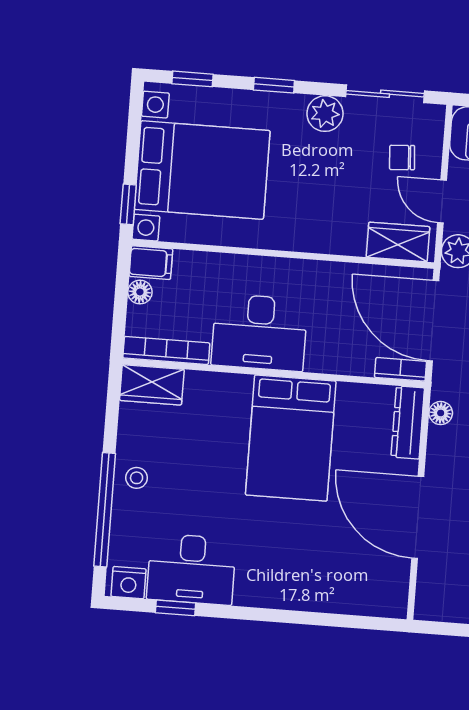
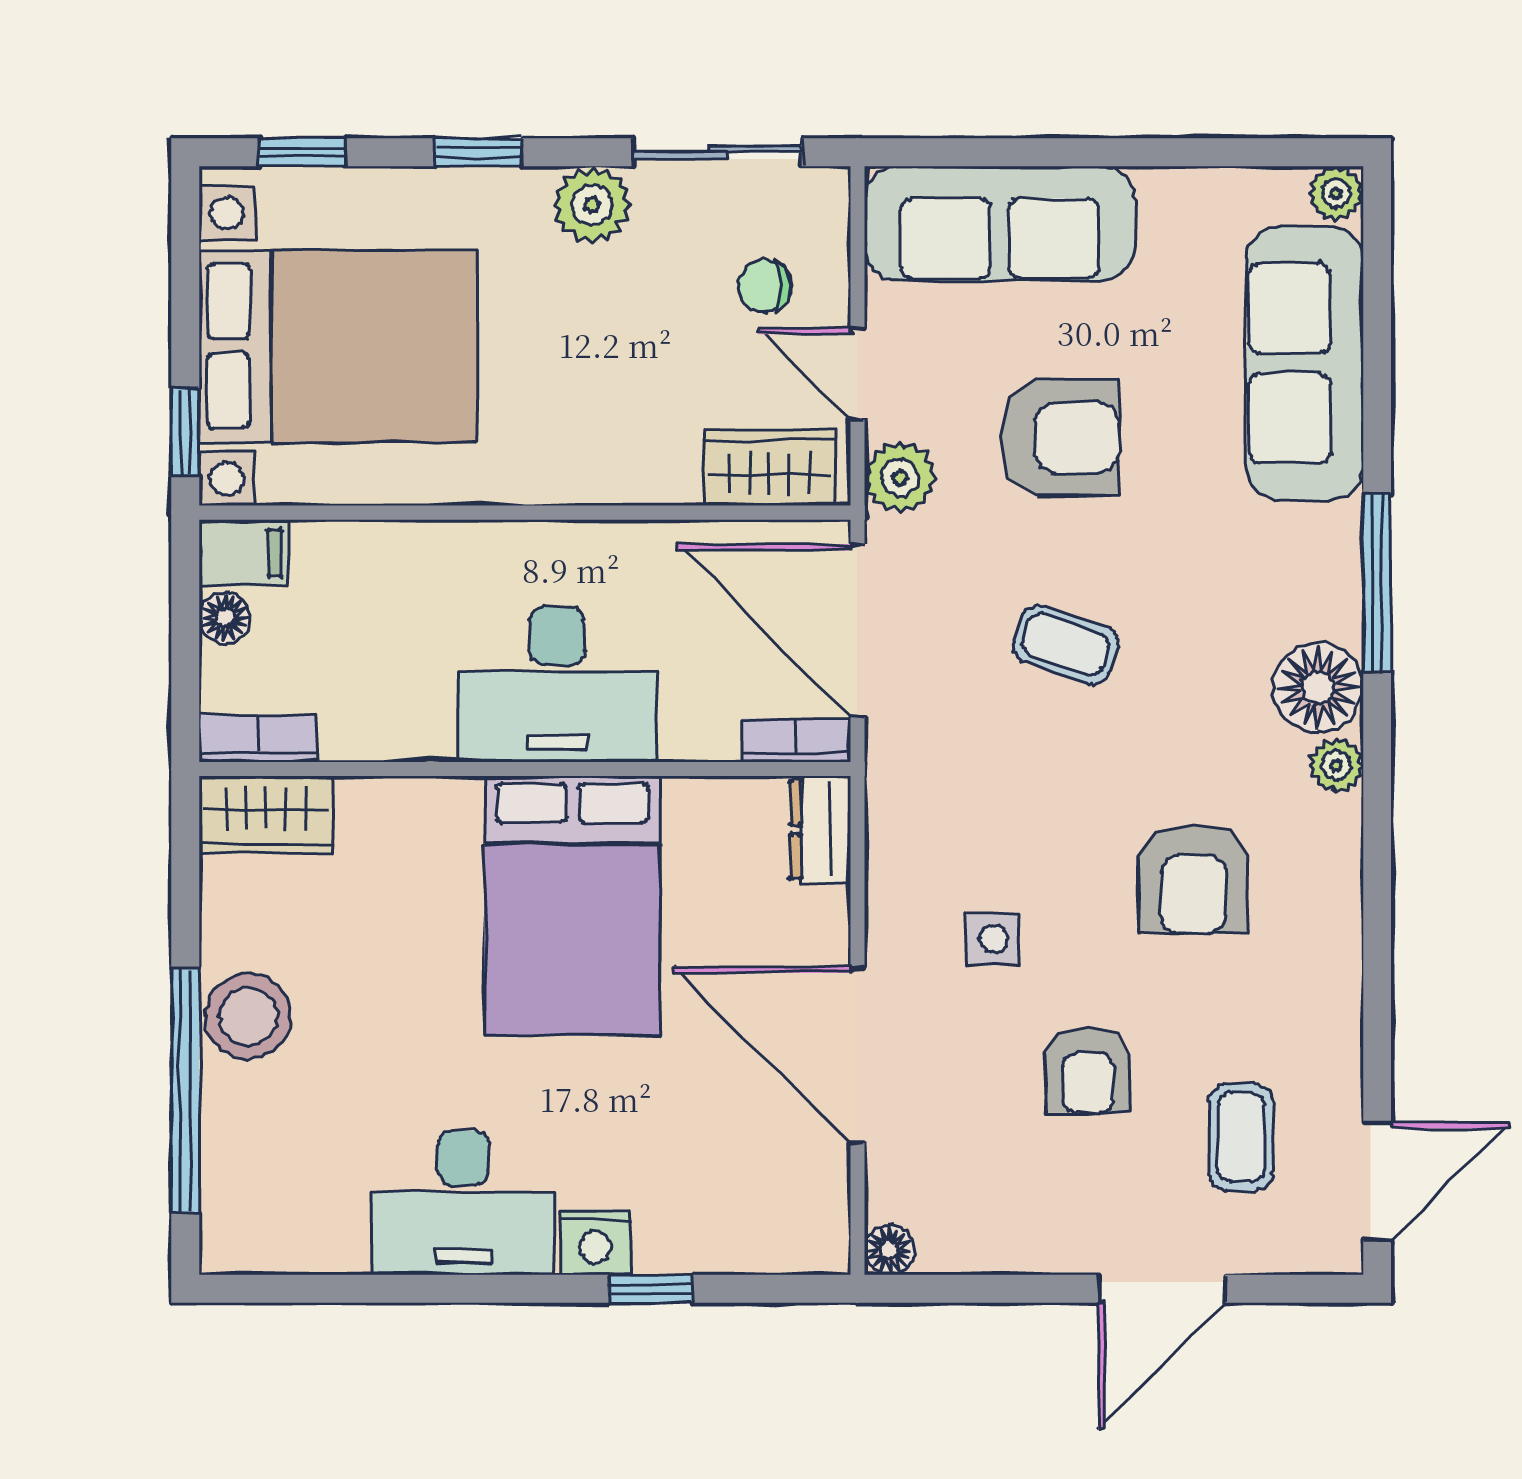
desk: (259, 332) -> (557, 684), moved
bookcase: (166, 350) -> (258, 739), width x0.64
floor lamp: (441, 413) -> (889, 1250), moved
dresser: (408, 422) -> (820, 830), width x0.70
stool: (137, 478) -> (248, 1016), width x1.89, depth x1.89
desk: (191, 569) -> (463, 1203), moved
nightstand: (129, 583) -> (596, 1242), moved
window: (176, 608) -> (651, 1289), moved

